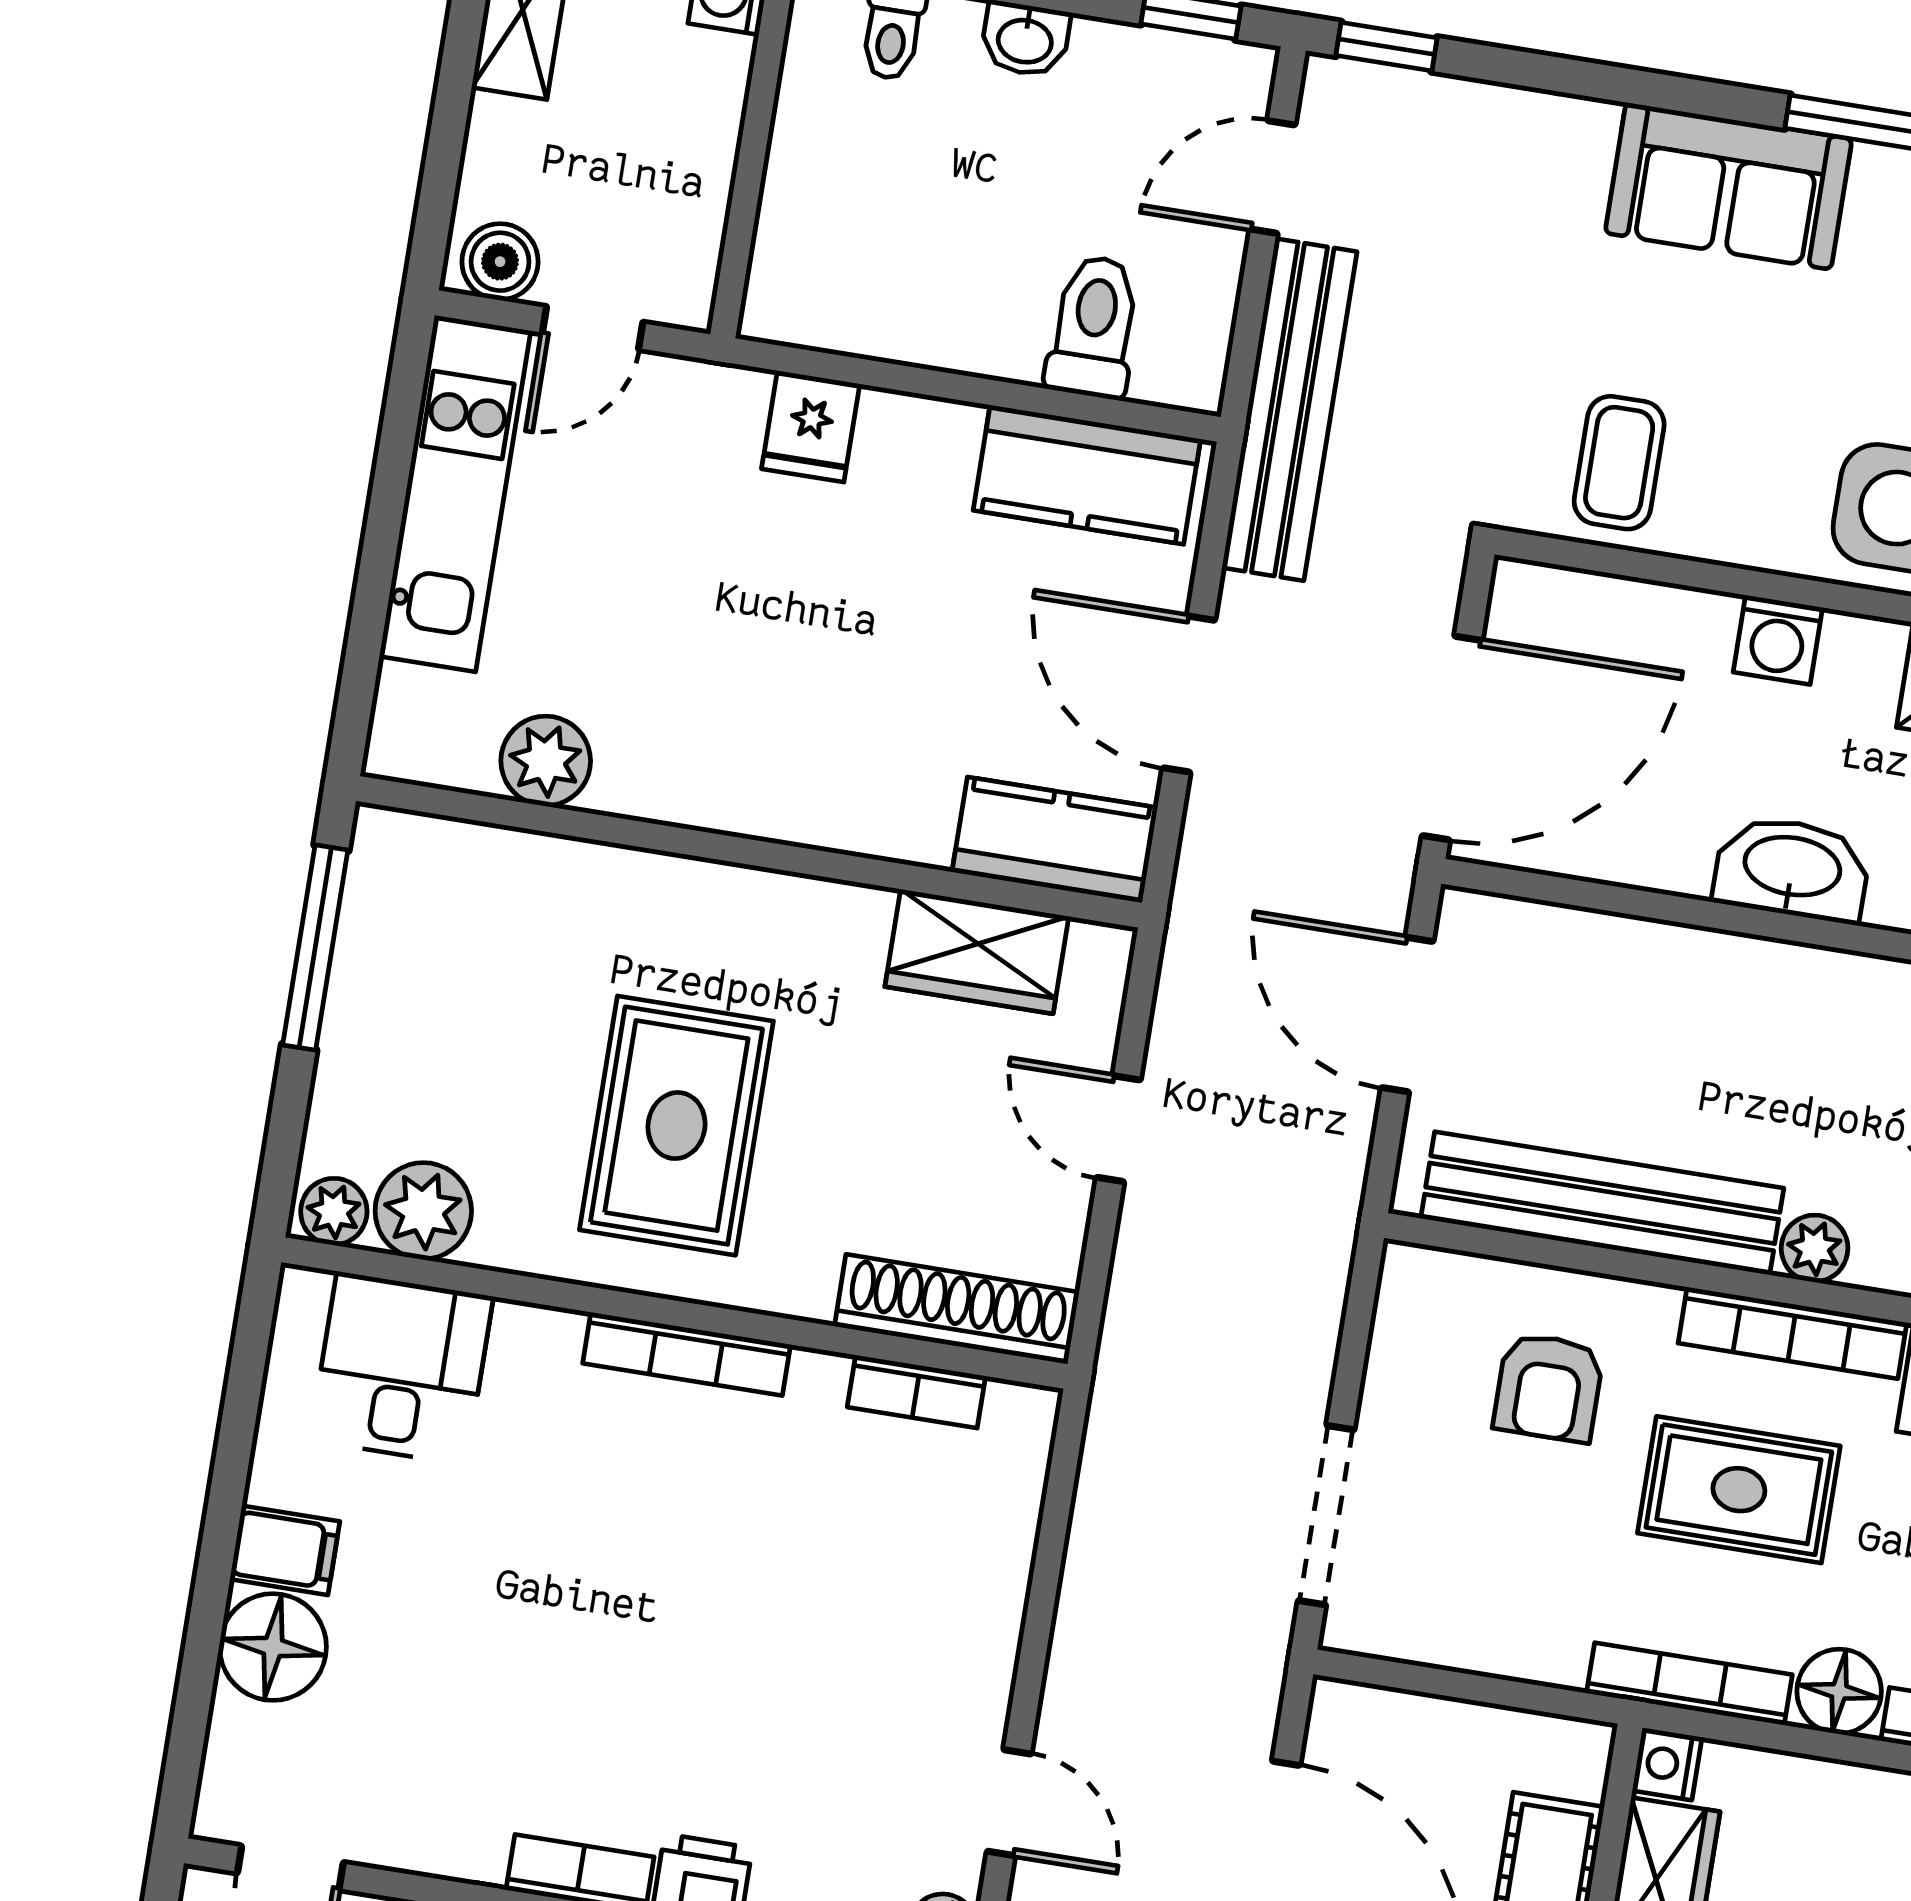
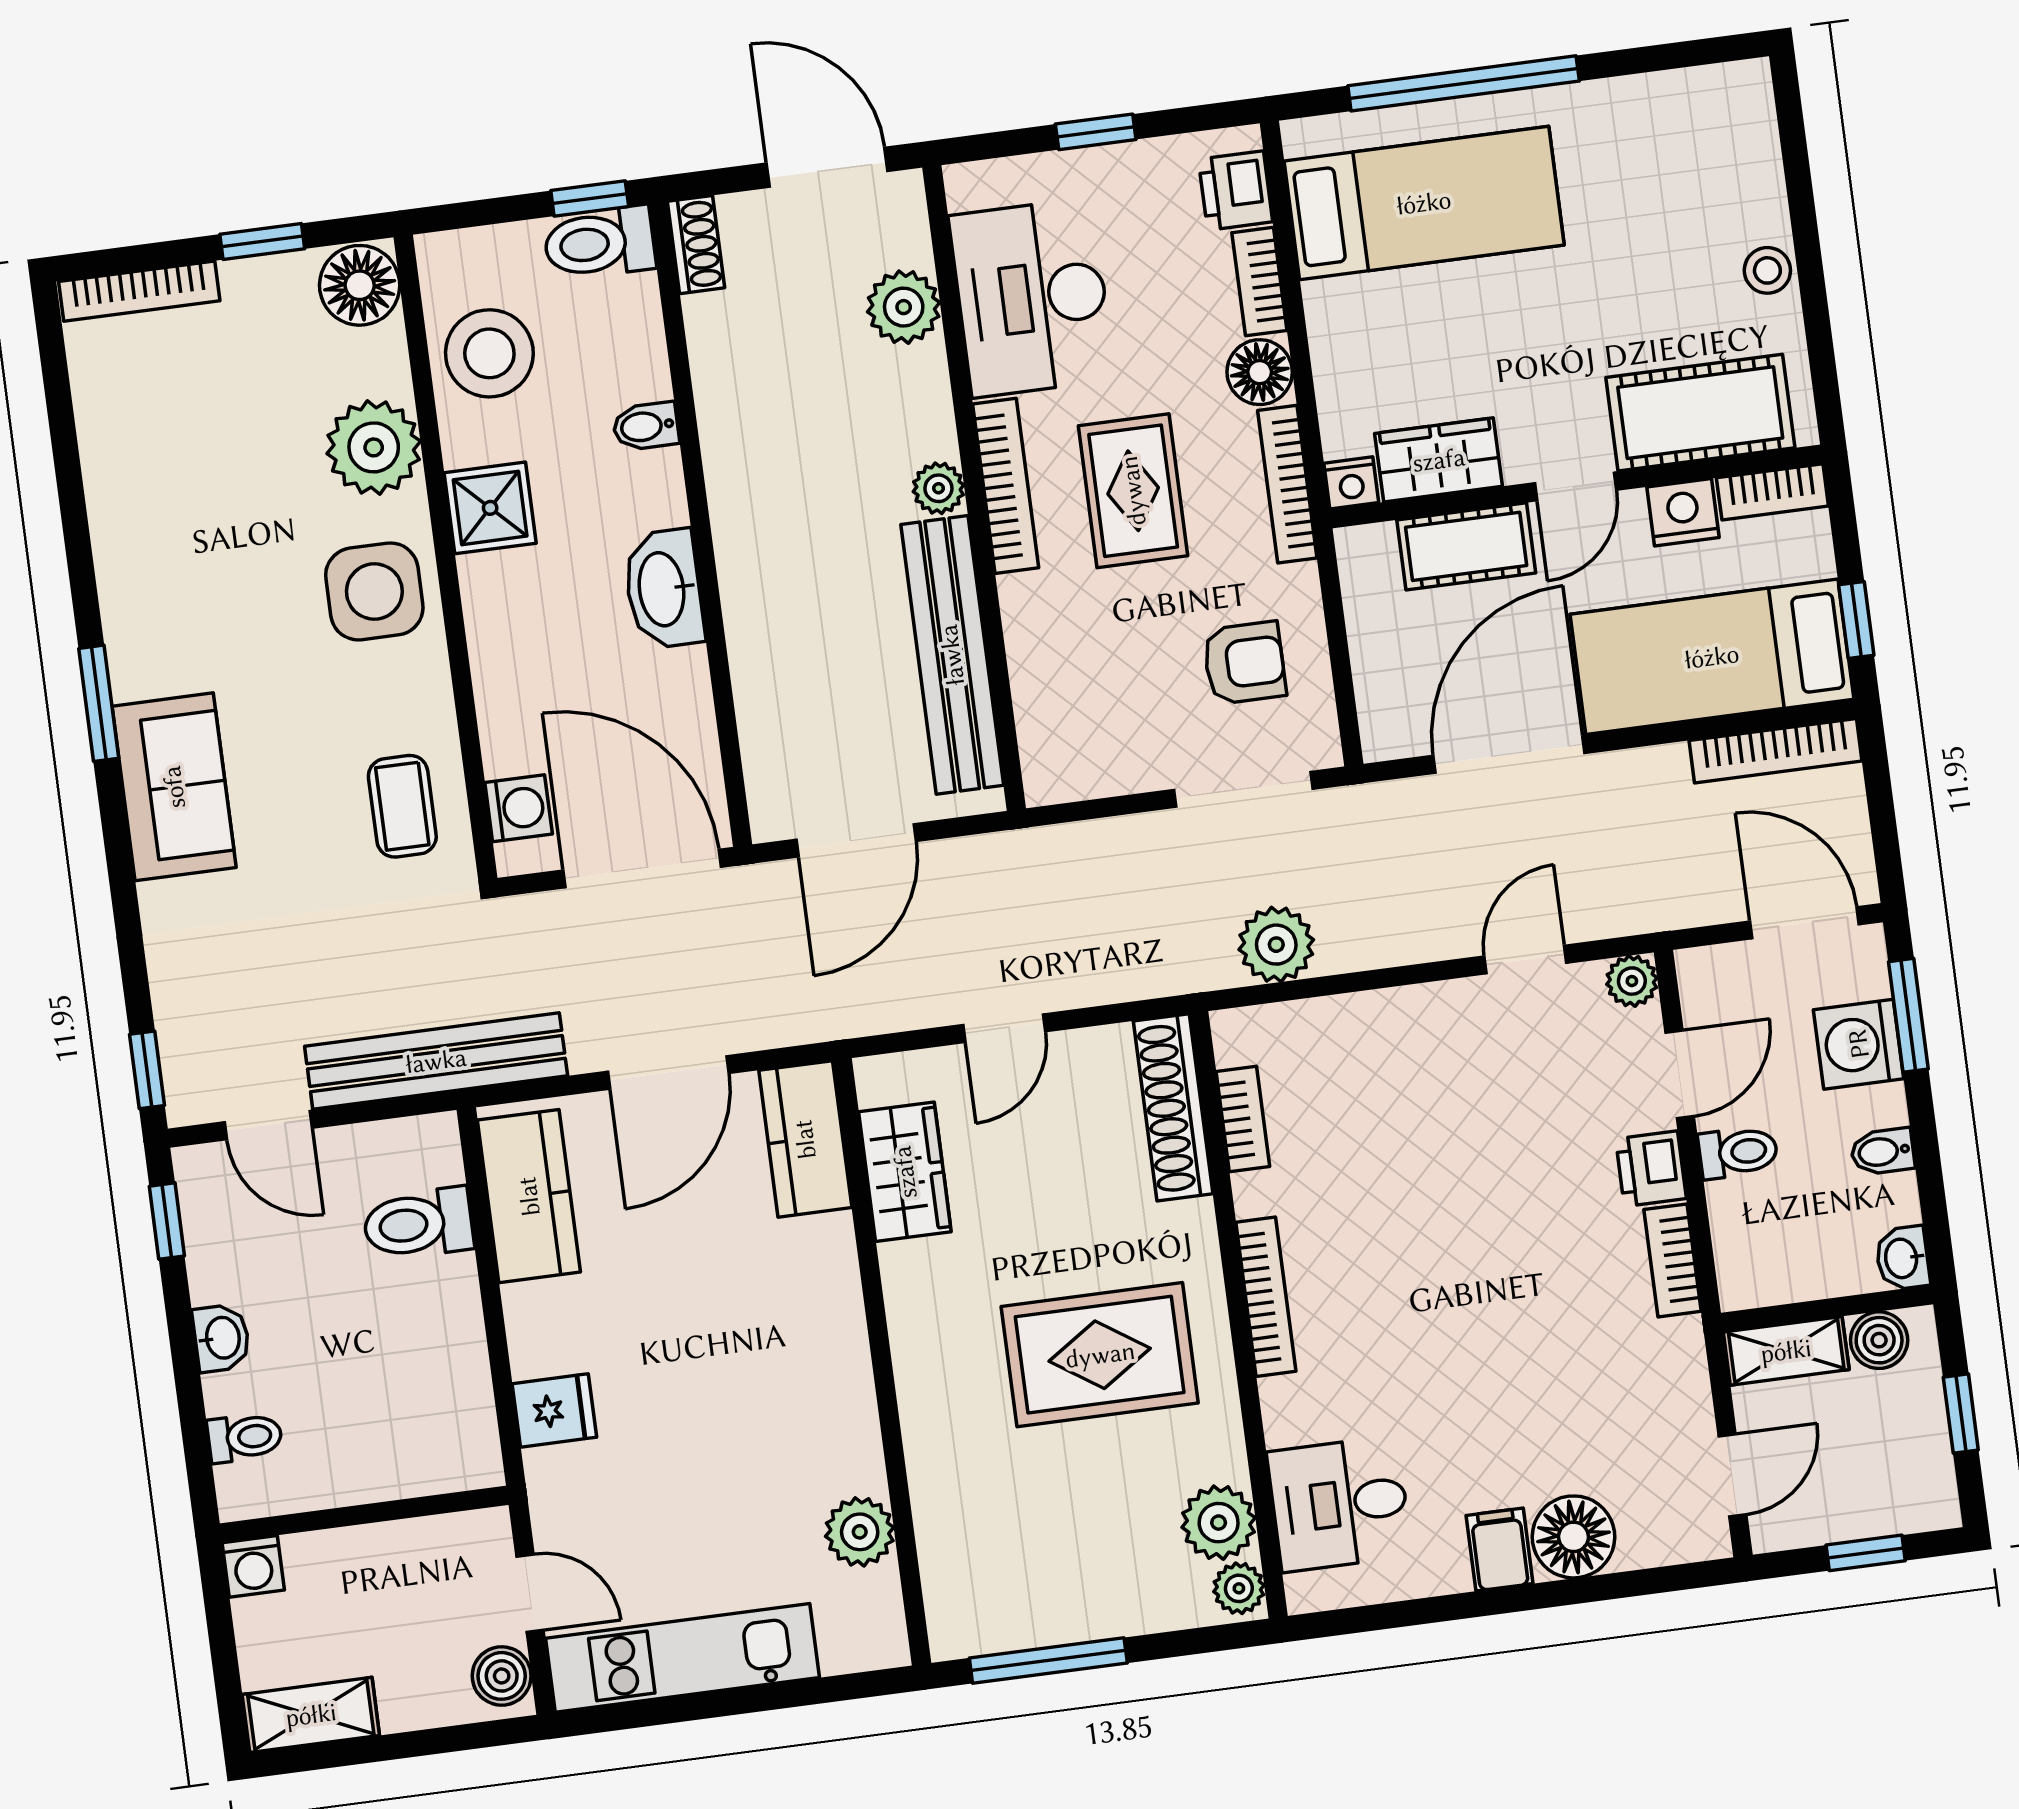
coffee table: (1619, 463) -> (402, 806), turned 90
washing machine: (1778, 640) -> (519, 808), moved
armchair: (1549, 1387) -> (1244, 663), moved
plant: (1121, 1498) -> (1276, 945), added

